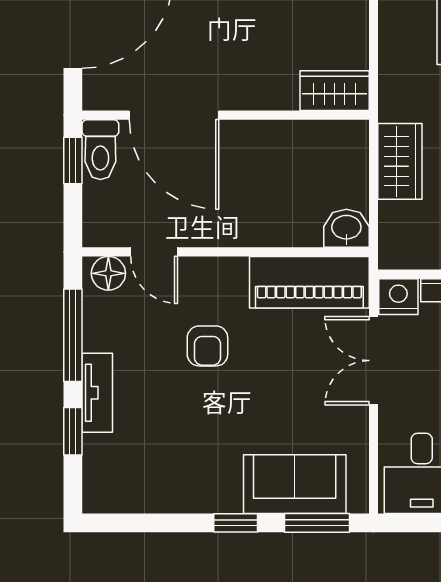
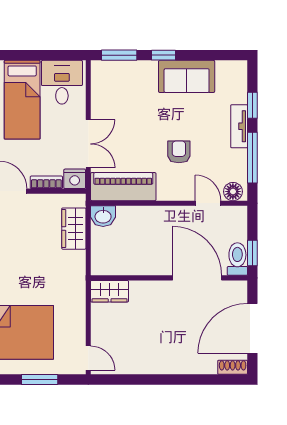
wardrobe: (400, 161) -> (74, 229), moved
sofa: (295, 484) -> (187, 76), moved

